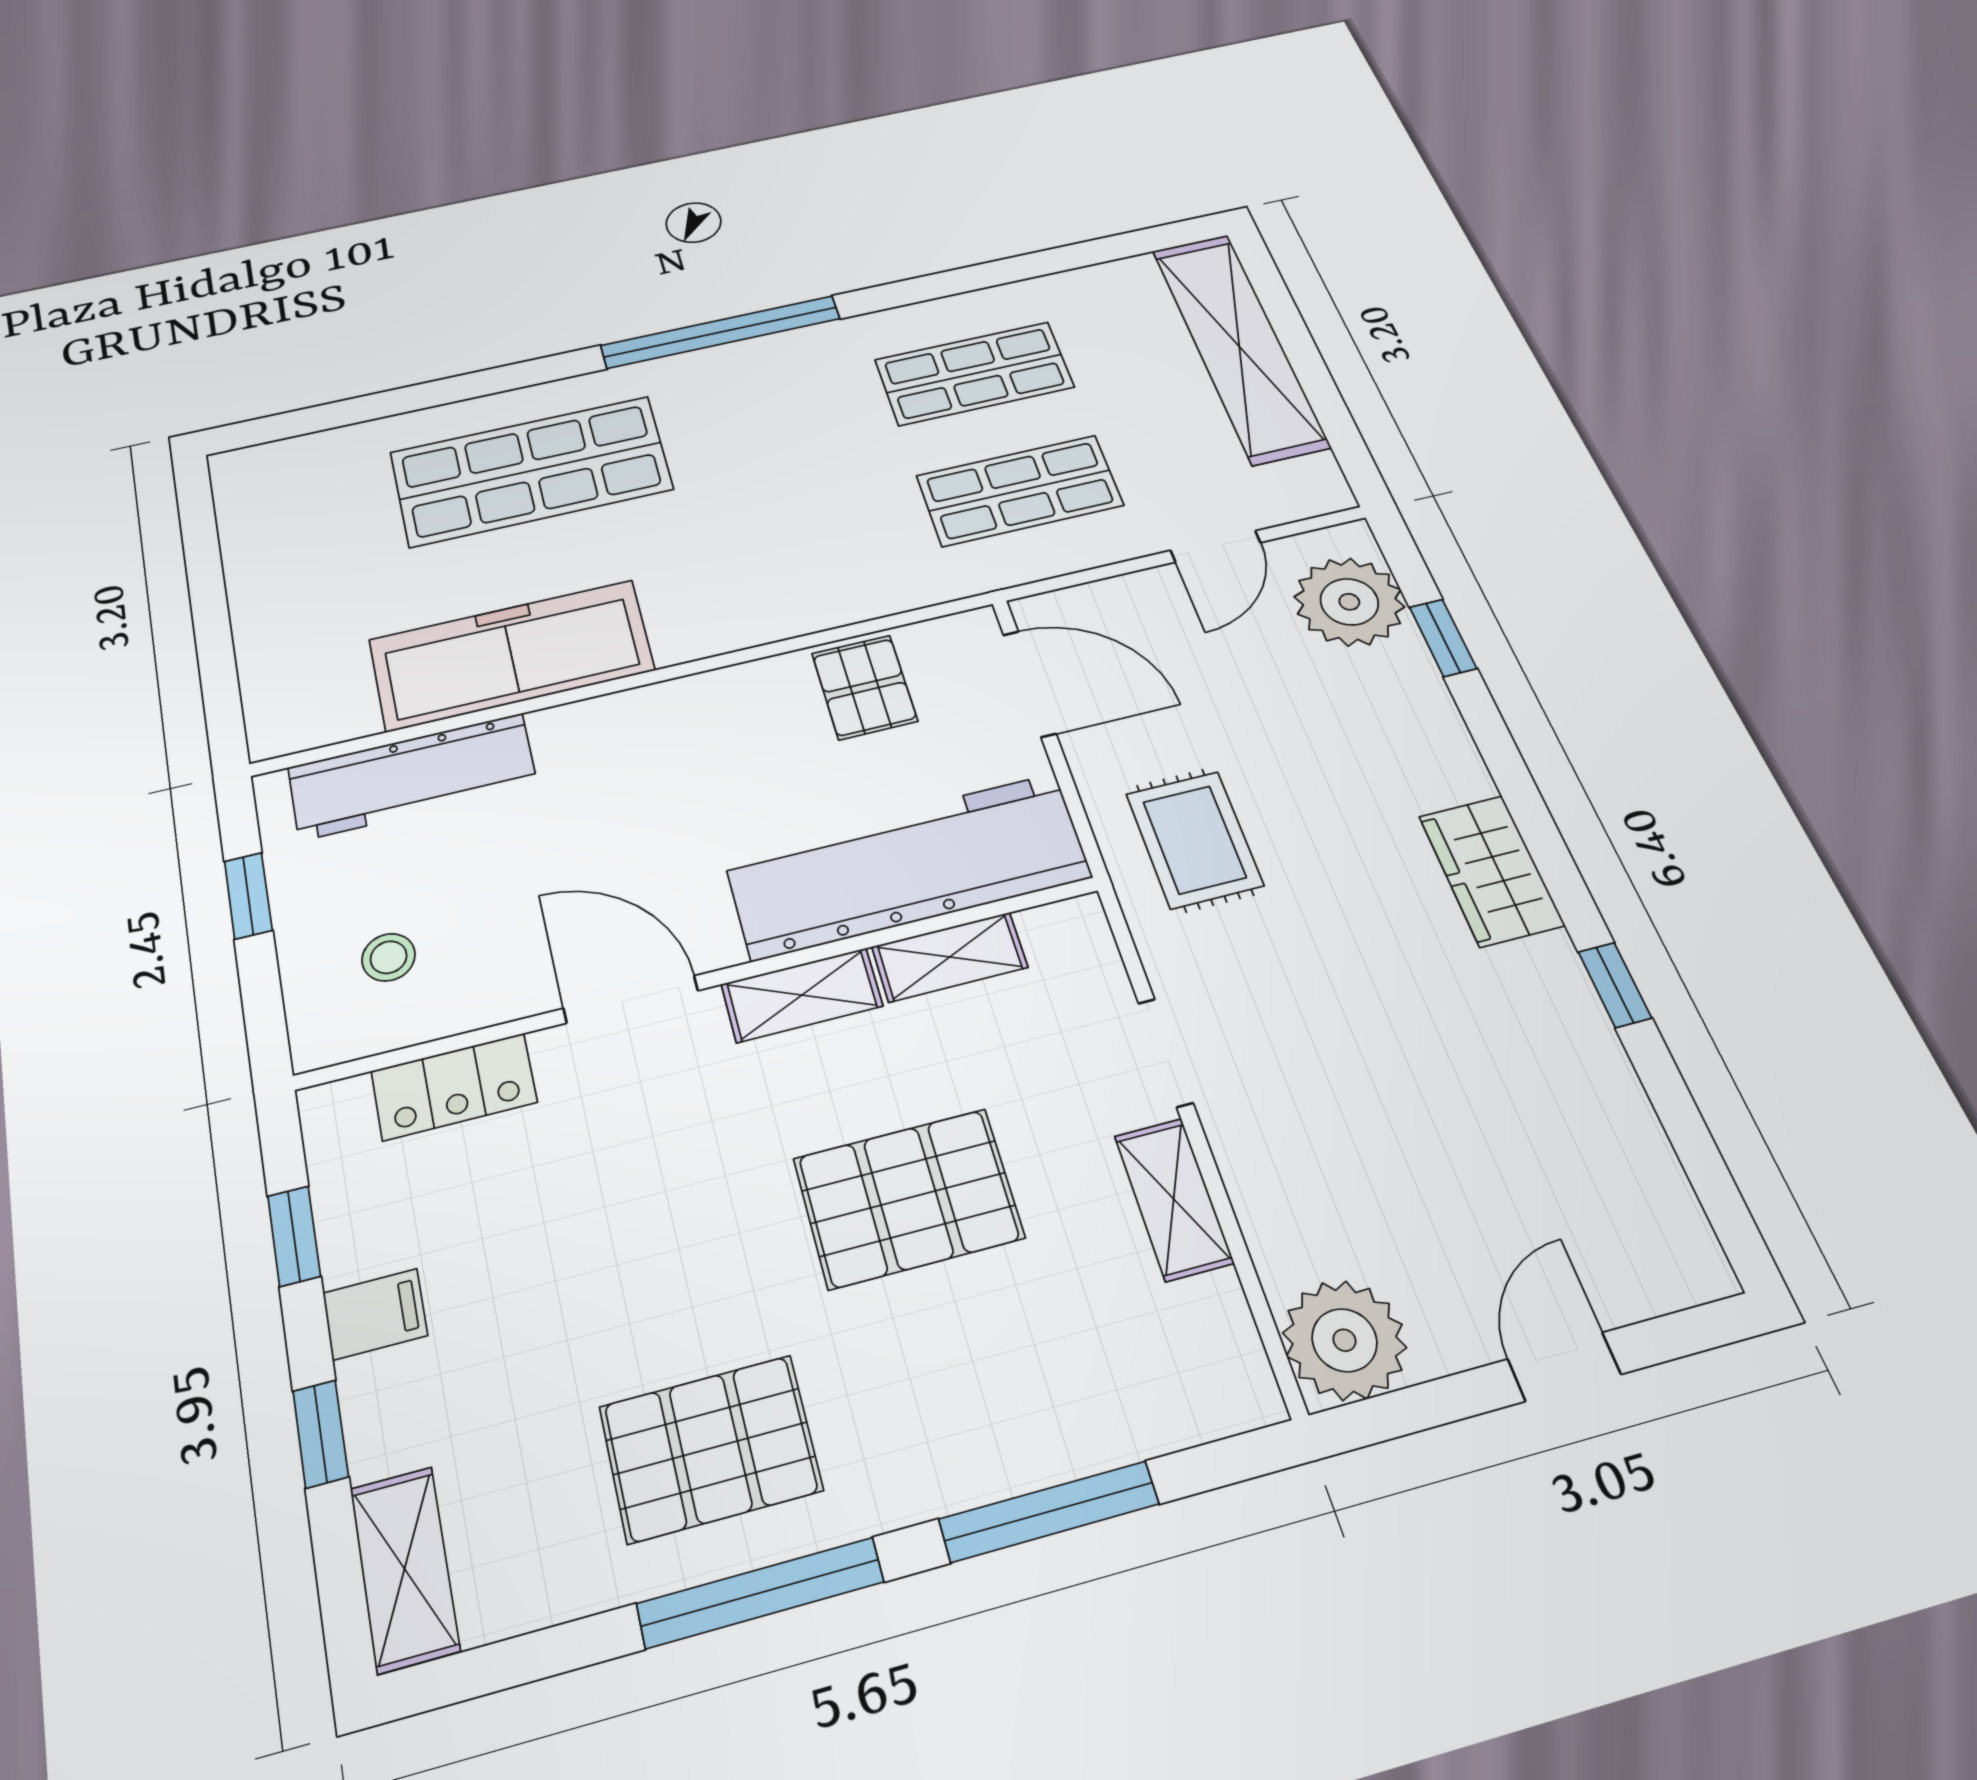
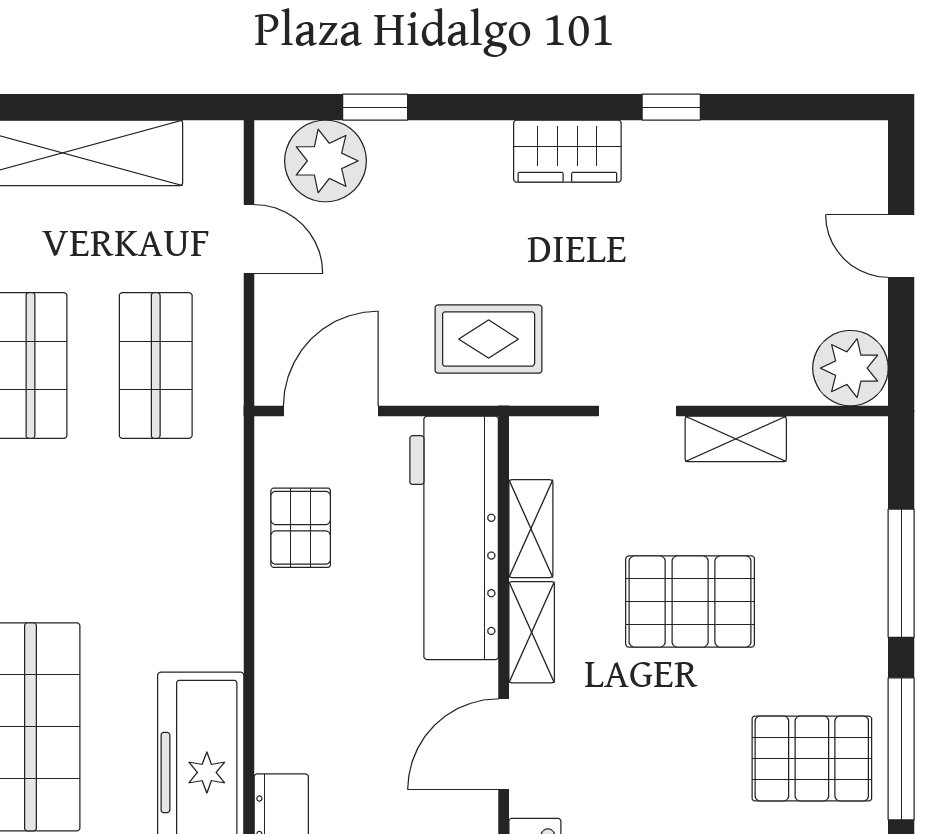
pallet: (864, 687) -> (301, 528), turned 90
pallet: (908, 1198) -> (690, 602), turned 90
pallet: (710, 1448) -> (812, 759), turned 90

